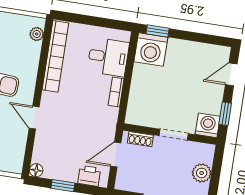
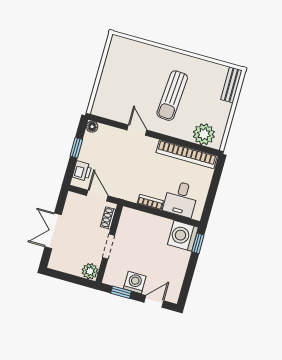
plant: (37, 34) -> (204, 134), width x1.87, depth x1.87
door: (231, 74) -> (154, 301), hinge flipped
door: (34, 118) -> (137, 130), hinge flipped
washing machine: (208, 125) -> (135, 282), moved, turned -90
plant: (202, 173) -> (90, 271), moved

